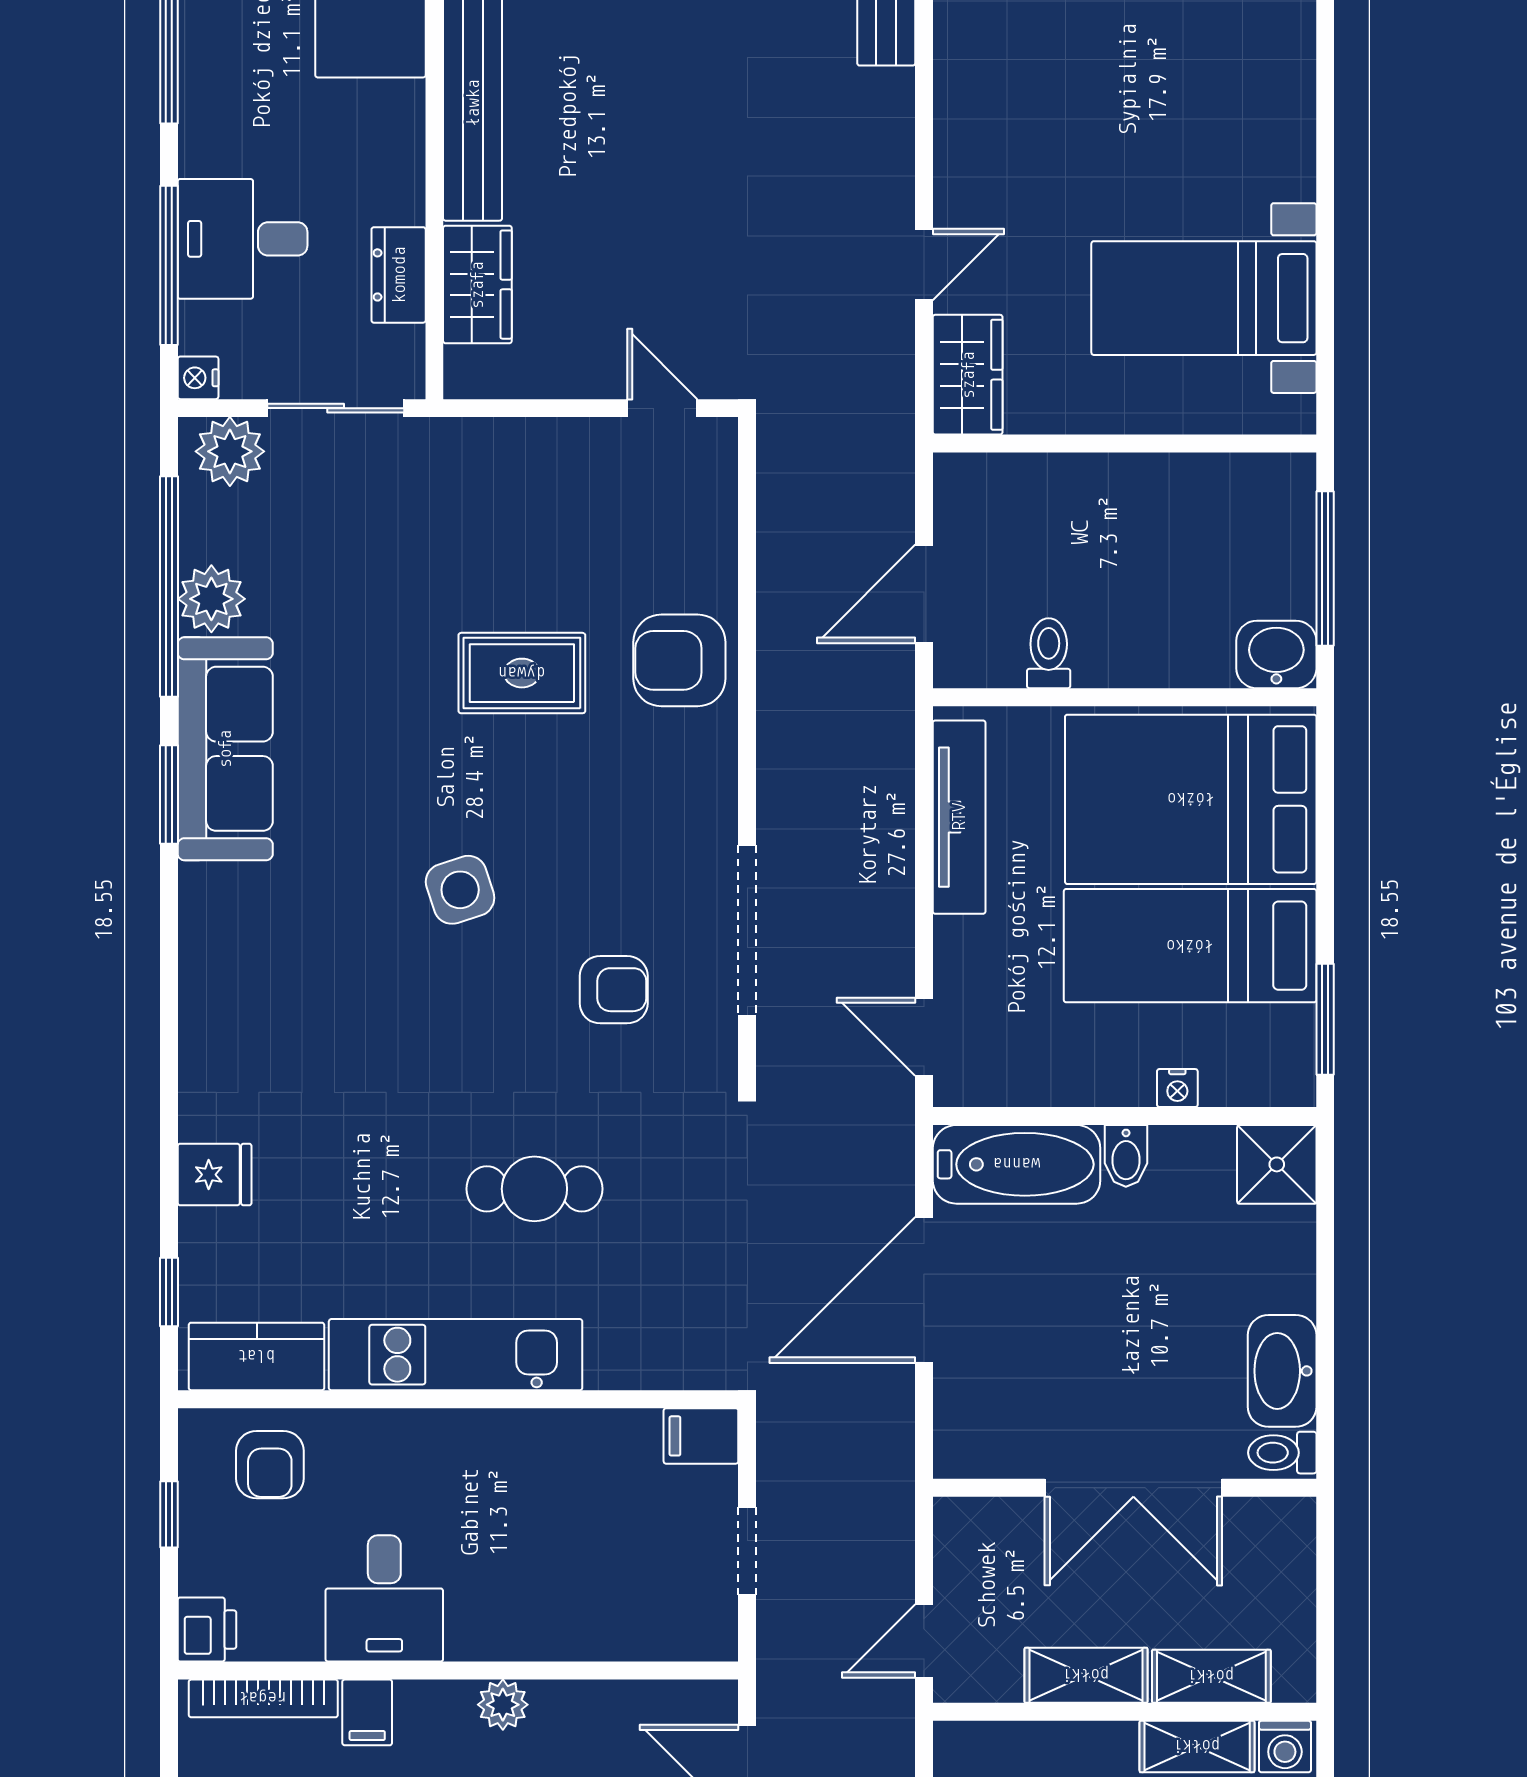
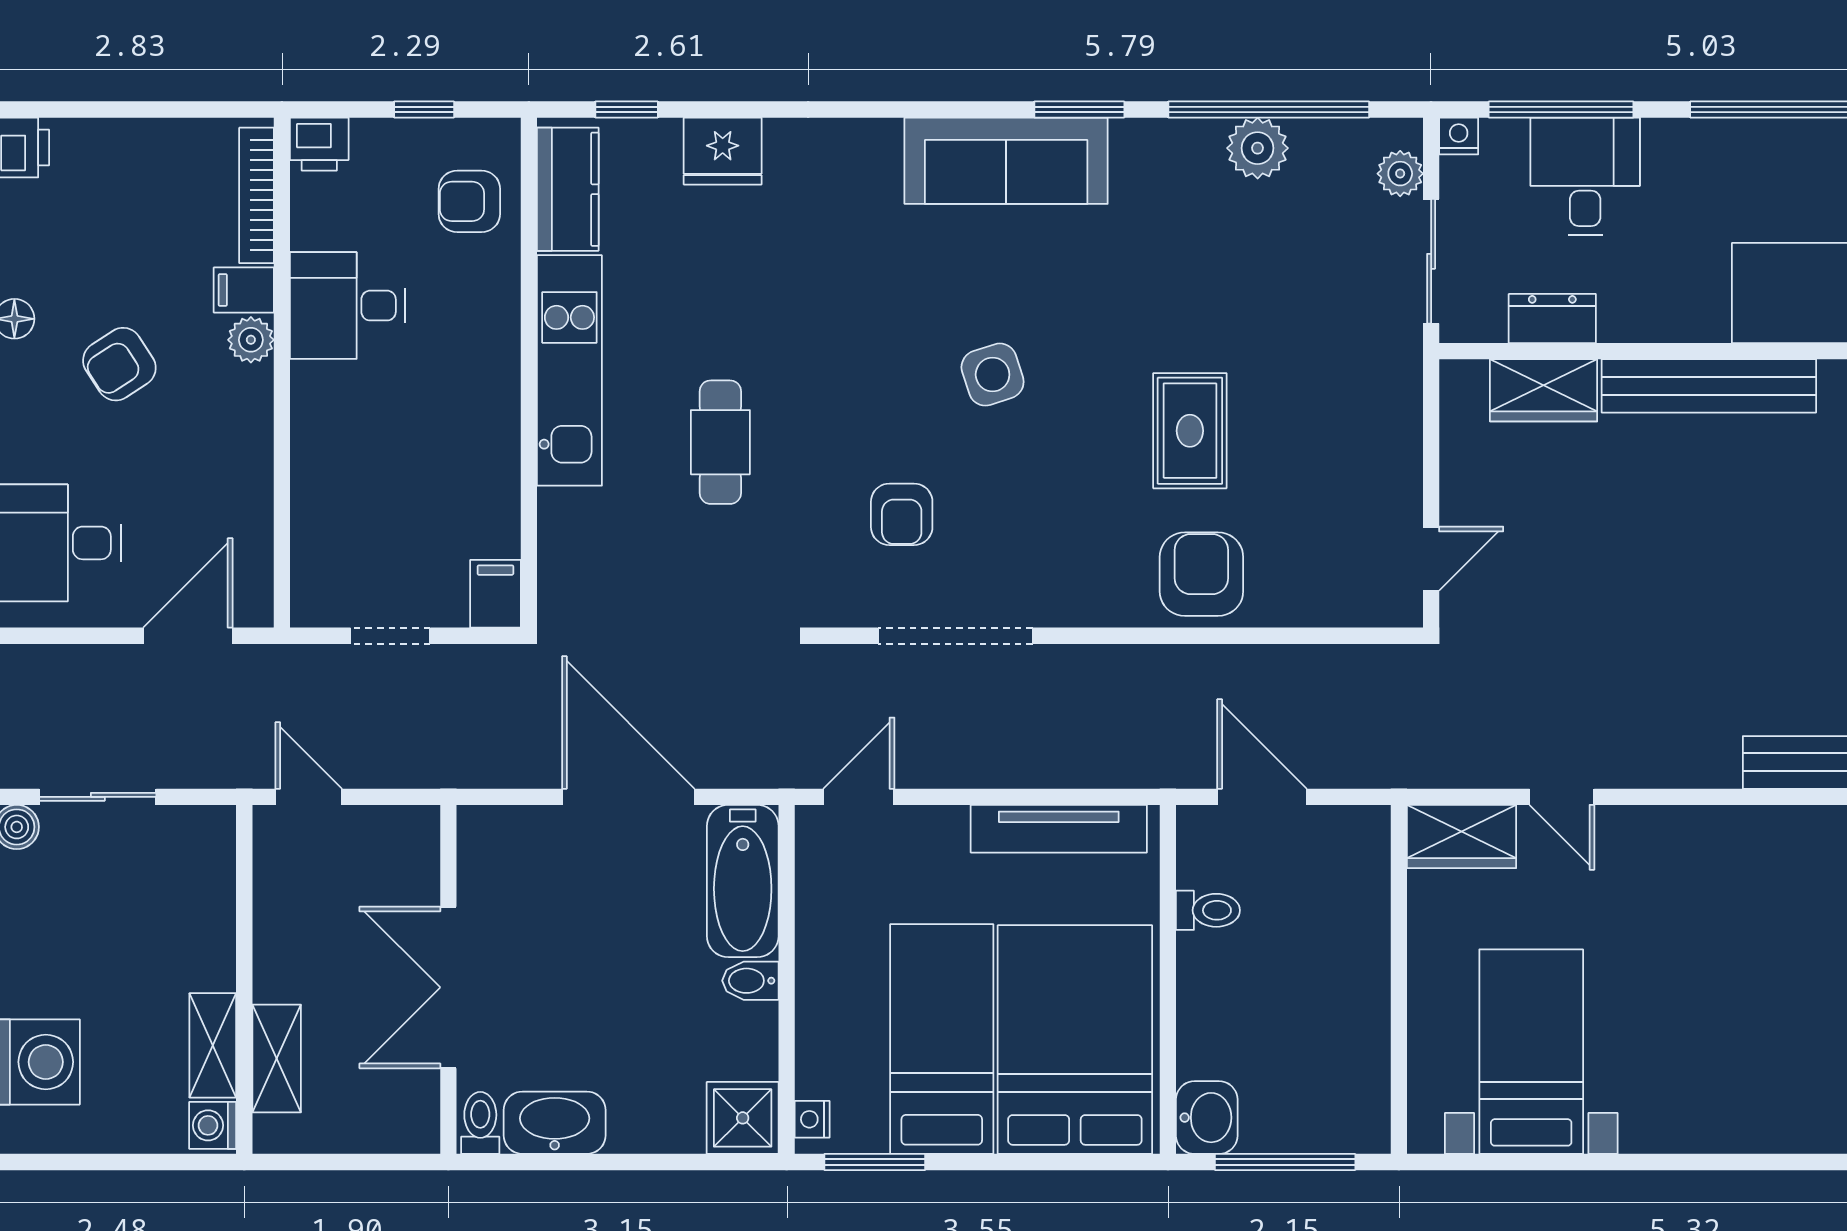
plant: (230, 451) -> (1400, 174), width x0.73, depth x0.73
sofa: (225, 749) -> (1006, 161), moved
nightstand: (1177, 1088) -> (812, 1119), moved
fridge: (215, 1175) -> (723, 151), width x1.38
shelving: (1086, 1675) -> (278, 944), removed
plant: (503, 1705) -> (251, 340), moved

